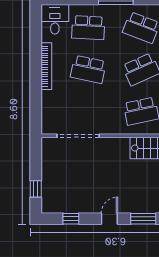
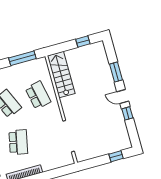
window: (71, 219) -> (127, 113), moved

